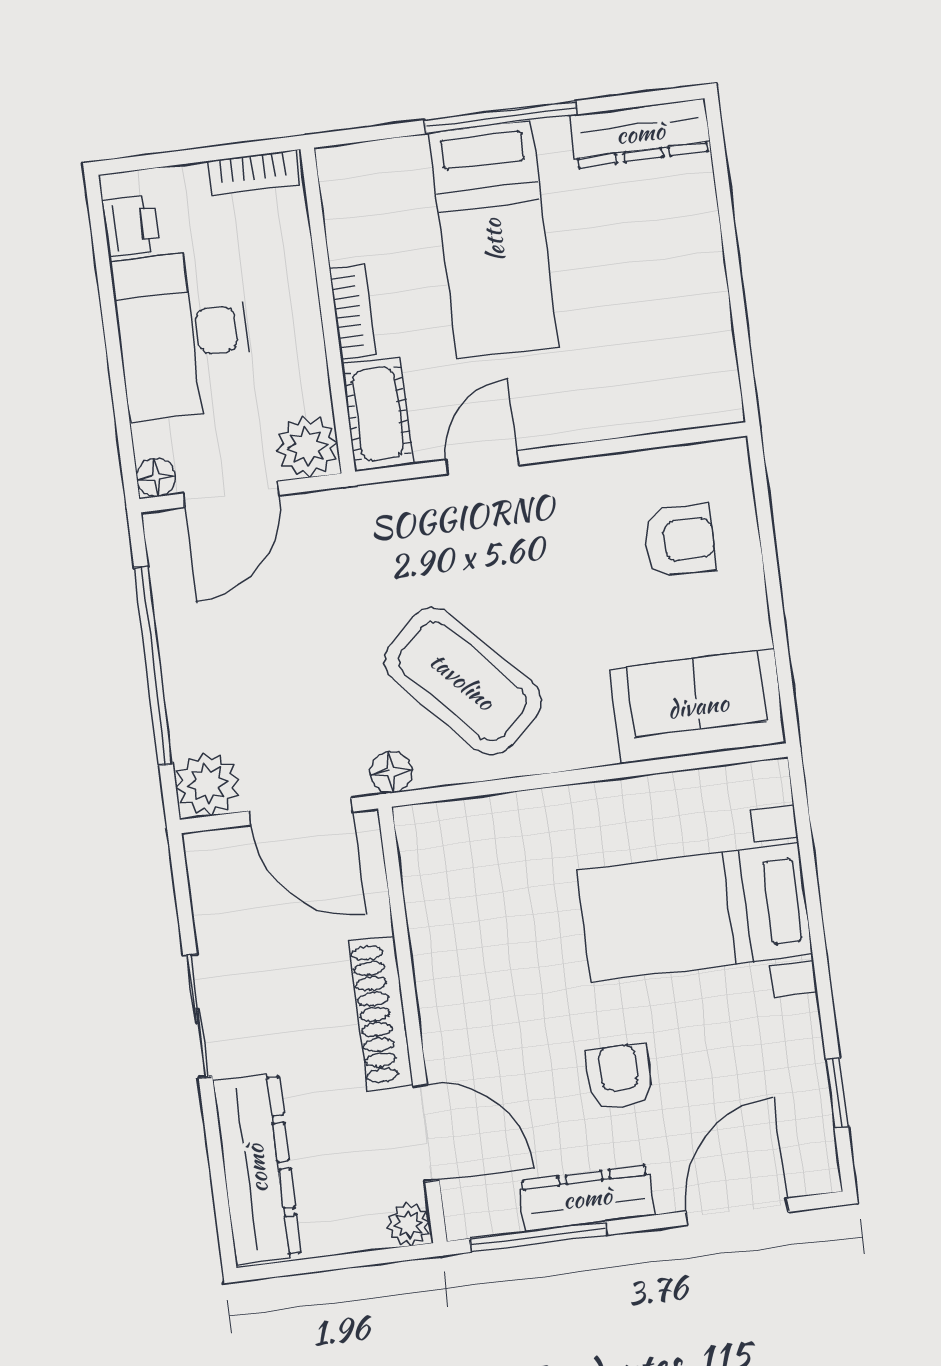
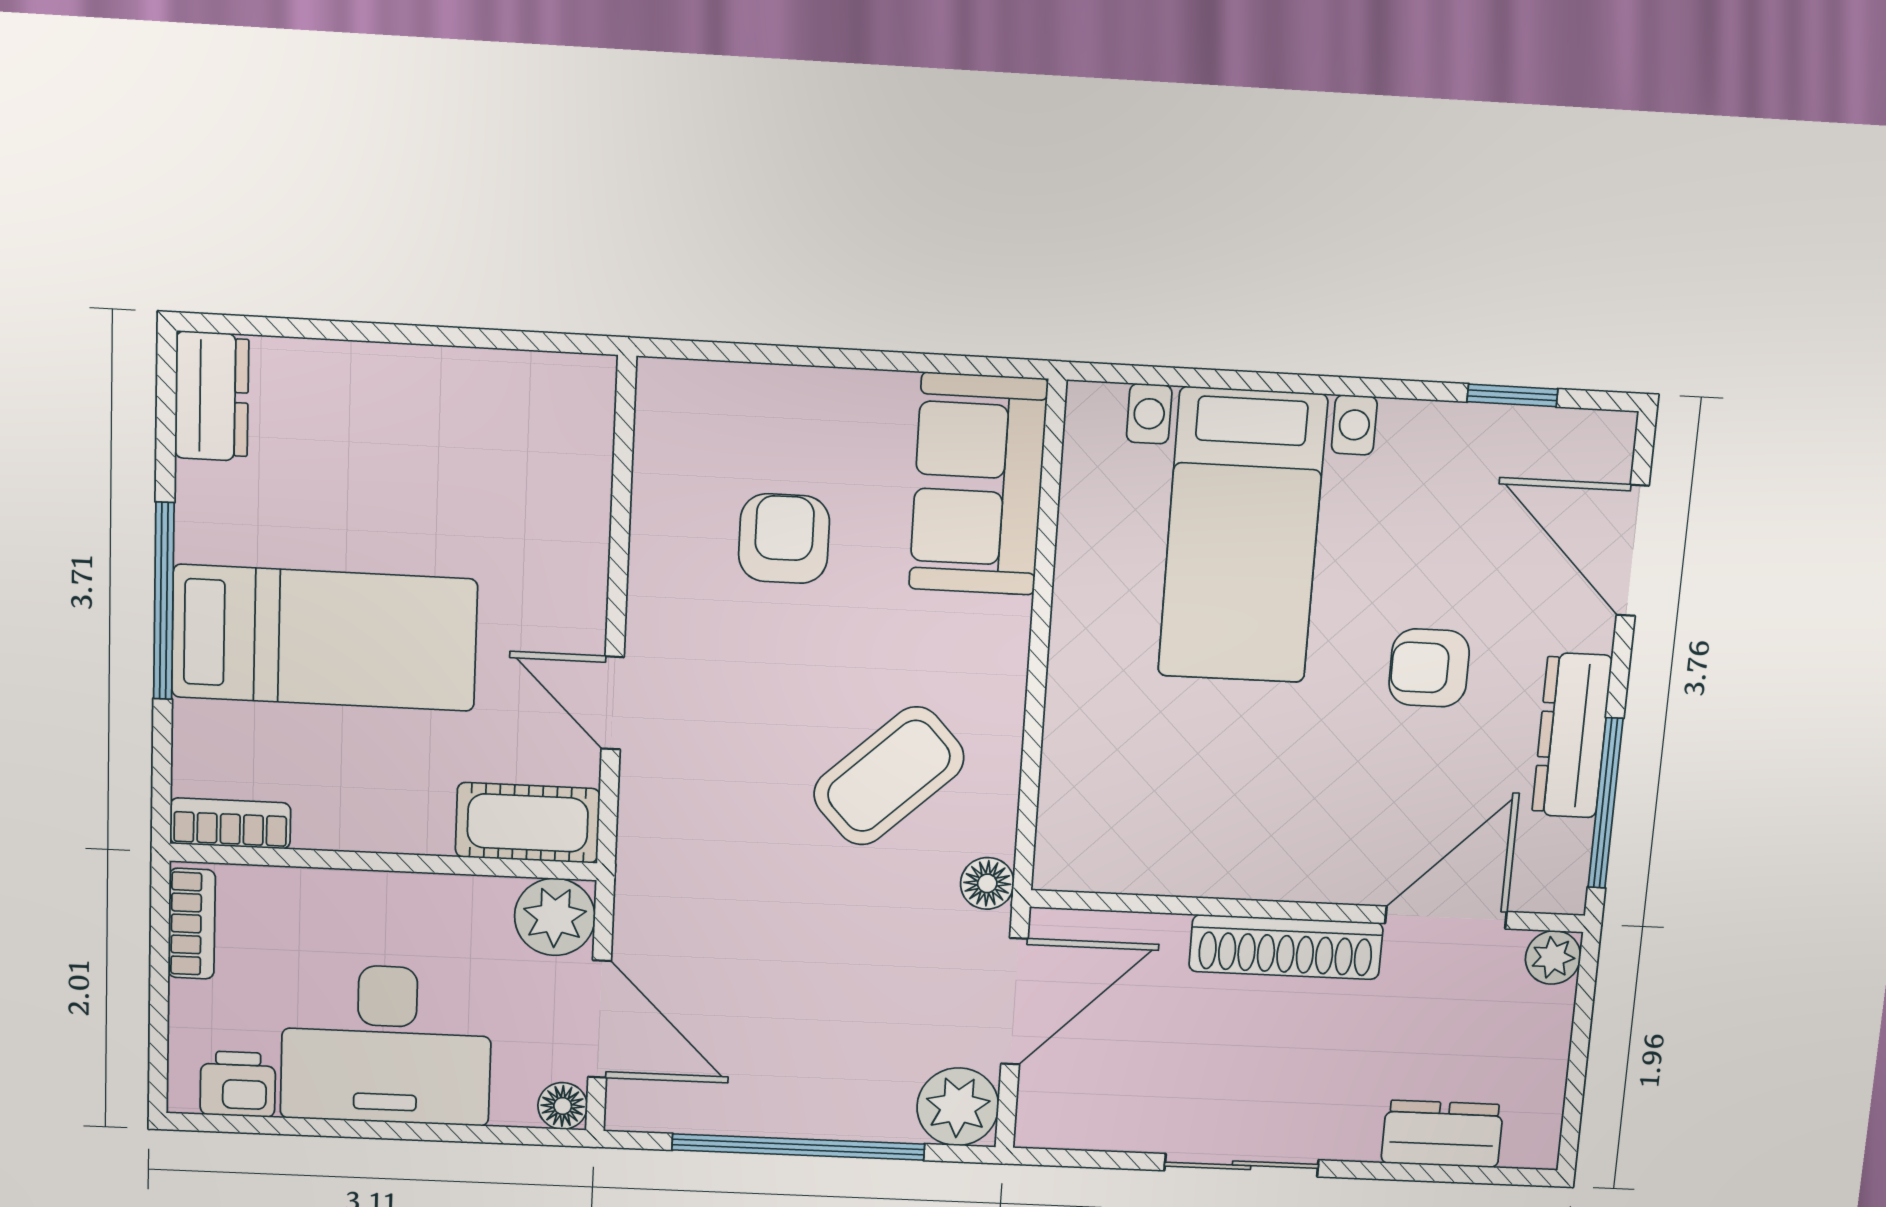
dresser: (640, 133) -> (212, 396), width x0.70
bookcase: (353, 311) -> (230, 823), moved
armchair: (679, 540) -> (784, 539), moved
coffee table: (462, 681) -> (889, 776), width x0.73, depth x0.76
dresser: (257, 1169) -> (1442, 1134), width x0.51, depth x0.80

